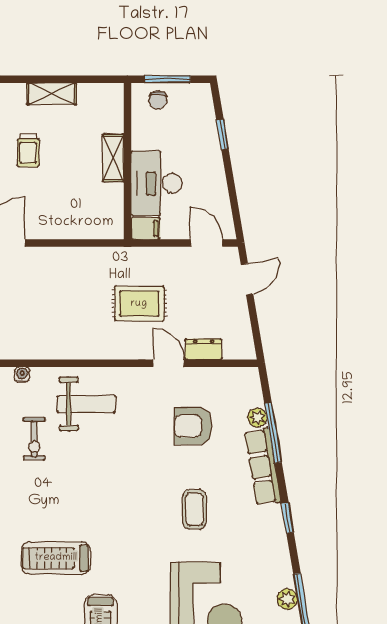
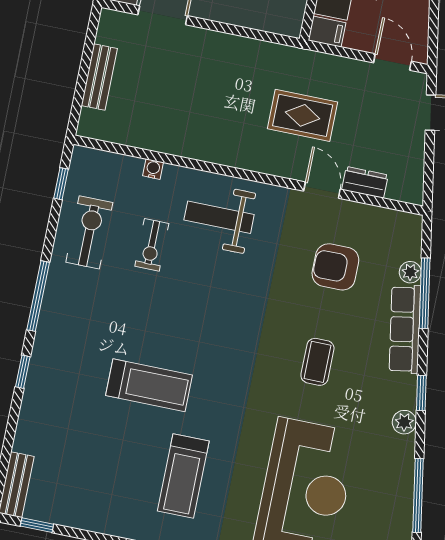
weight bench: (86, 404) -> (219, 217), turned 180
treadmill: (56, 558) -> (149, 385), turned 180
plant: (287, 599) -> (404, 422), moved

